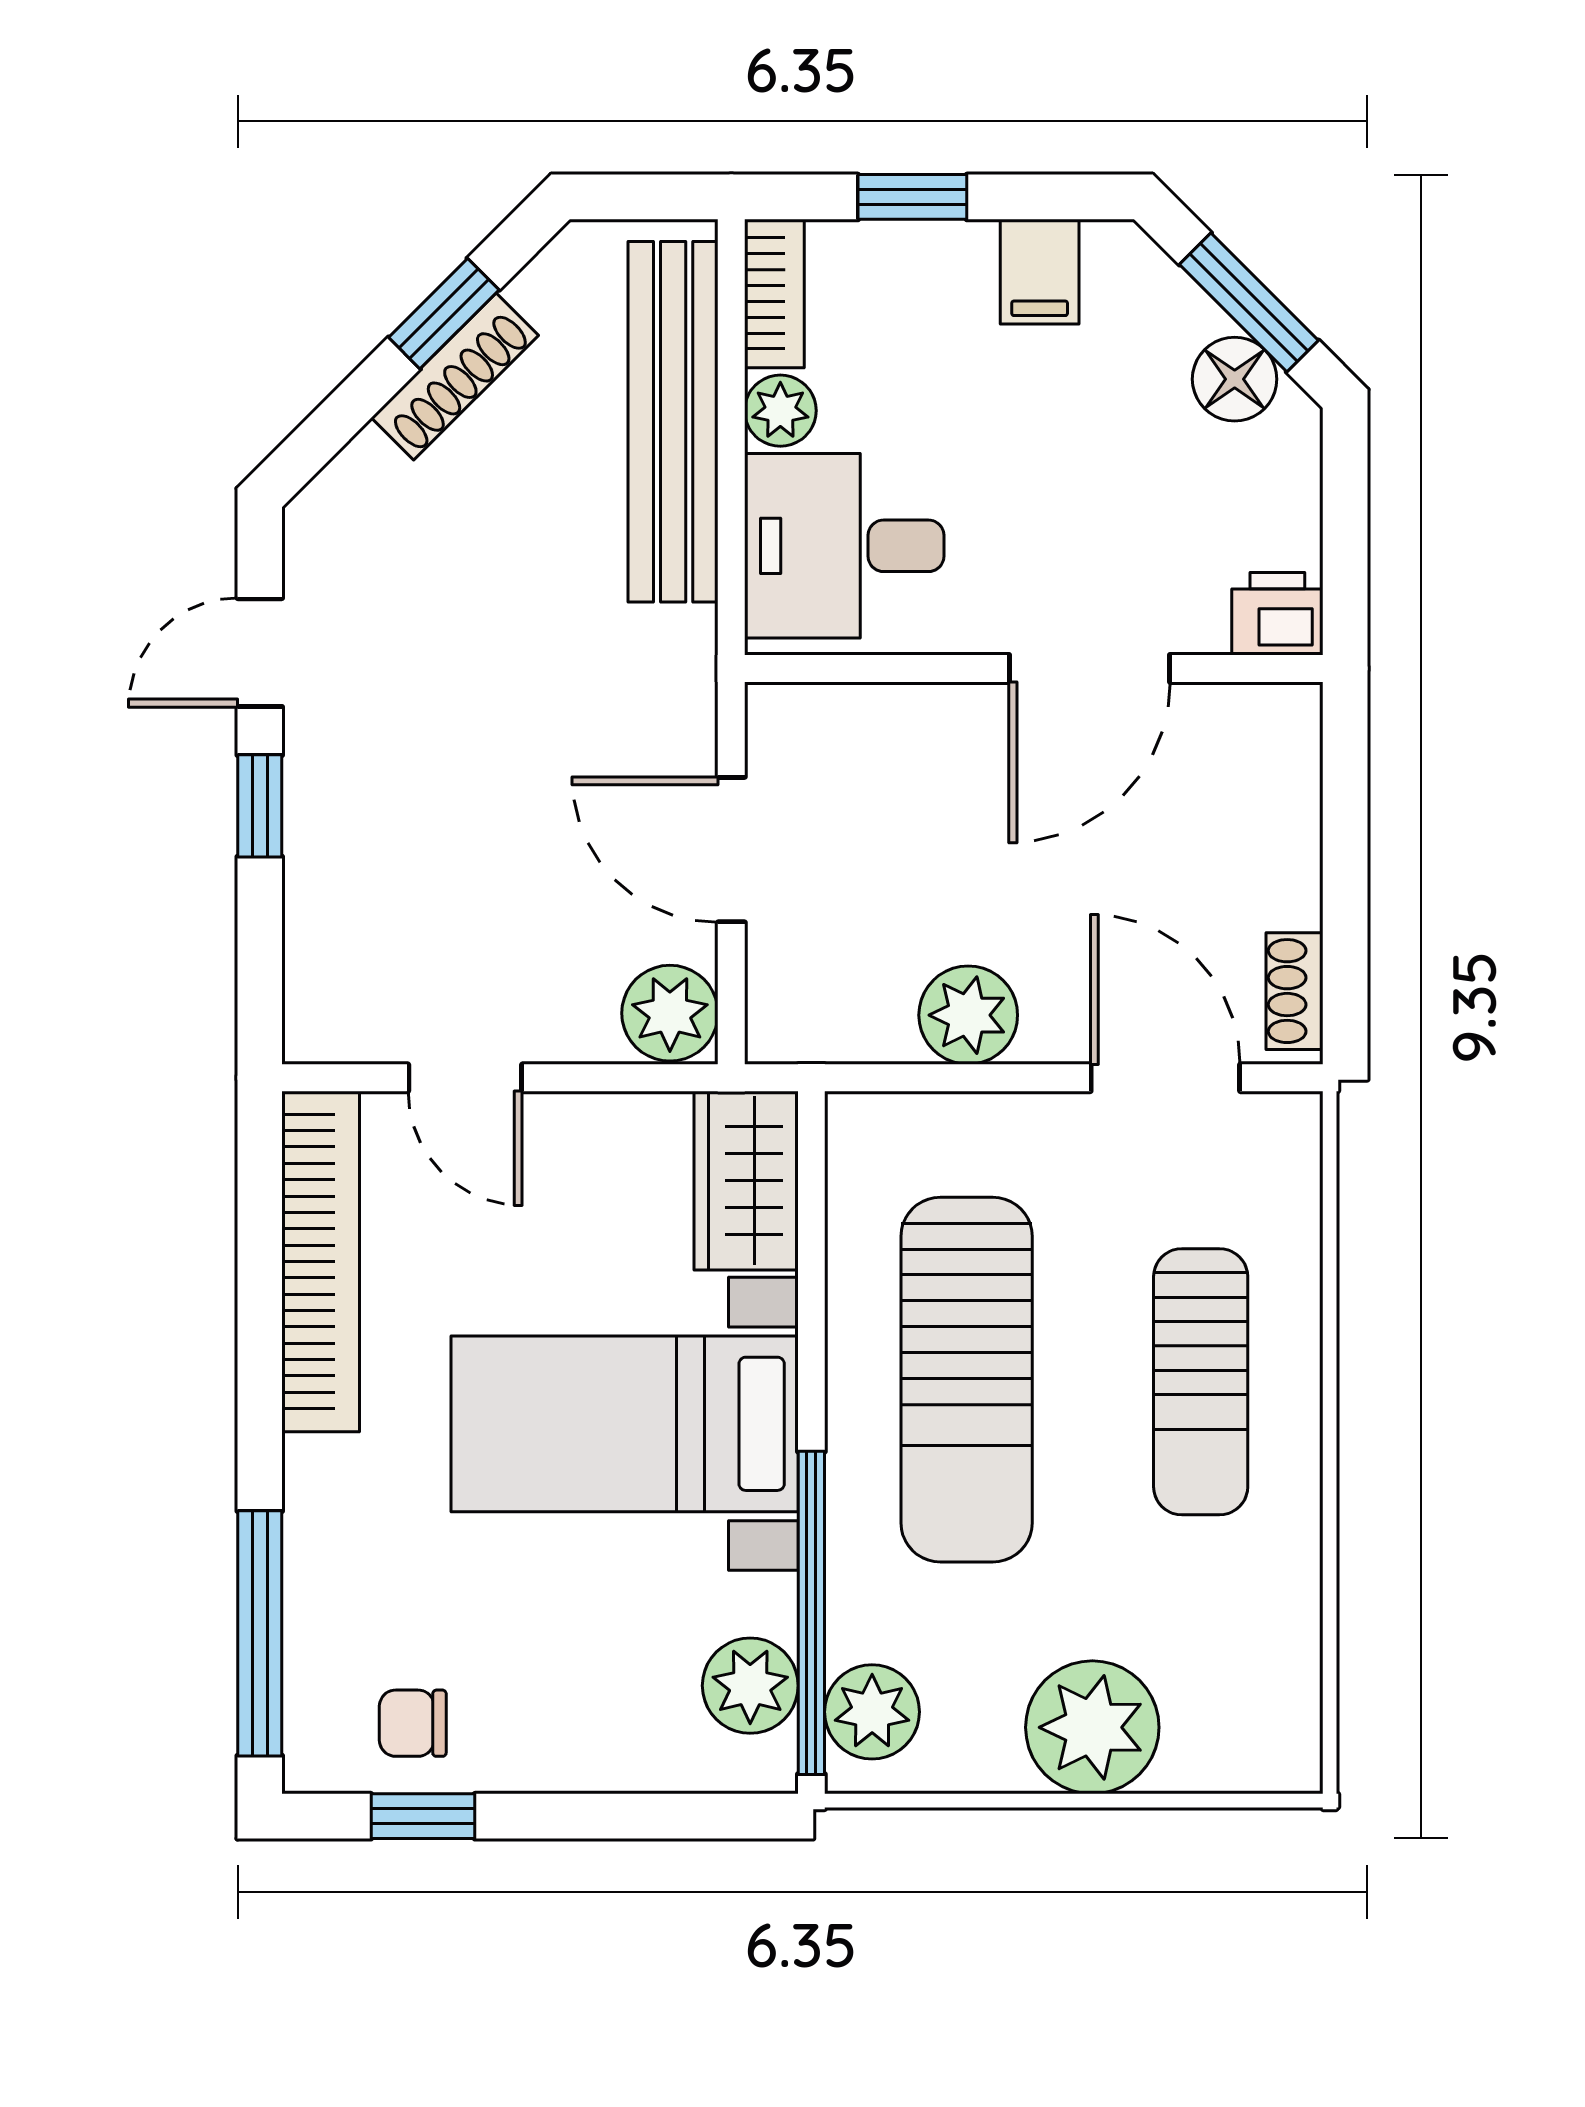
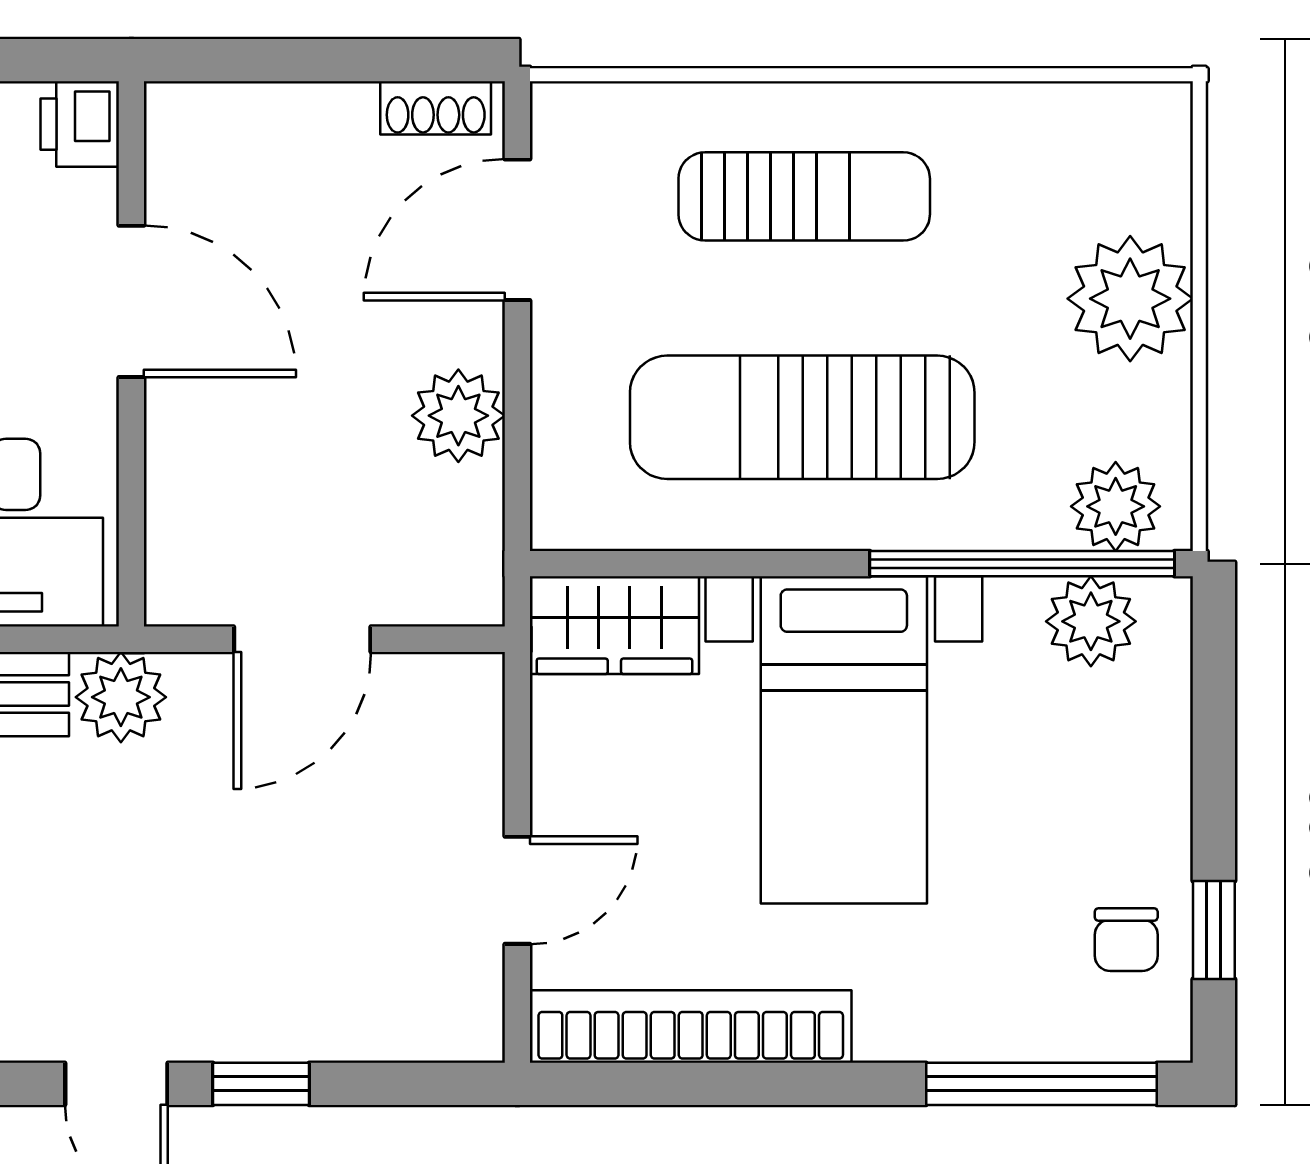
plant: (670, 1013) -> (121, 697), moved
sun lounger: (967, 1380) -> (802, 417), turned 180

